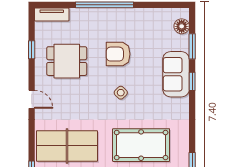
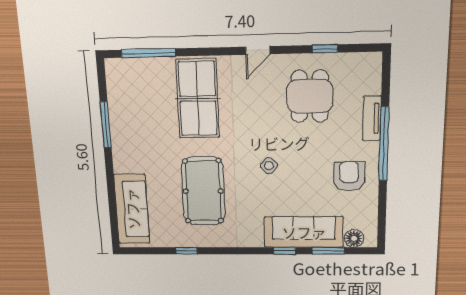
tv unit: (52, 14) -> (372, 118), moved
armchair: (118, 54) -> (349, 176), moved
sofa: (176, 74) -> (304, 232), width x1.36

